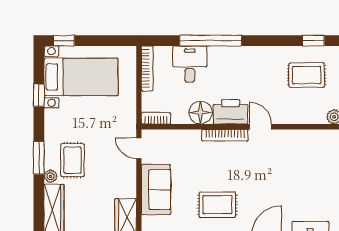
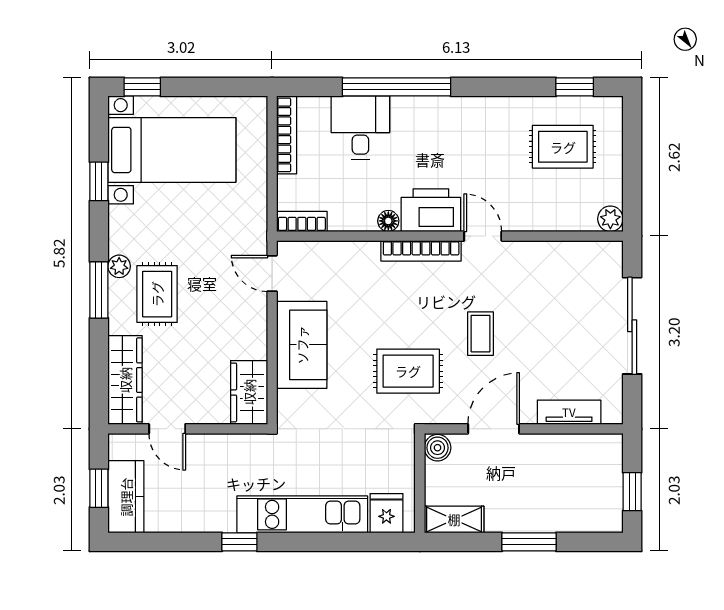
floor lamp: (201, 113) -> (388, 221), width x0.53, depth x0.53
plant: (51, 176) -> (119, 266), moved
coffee table: (259, 183) -> (481, 334), added

